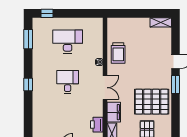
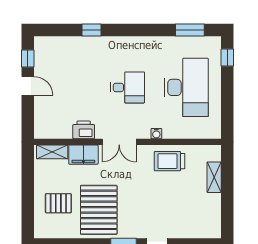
shelving: (161, 22) -> (214, 177), moved
desk: (68, 42) -> (186, 87), width x1.36, depth x1.30
window: (28, 85) -> (92, 30), moved
printer: (97, 125) -> (84, 130), moved

